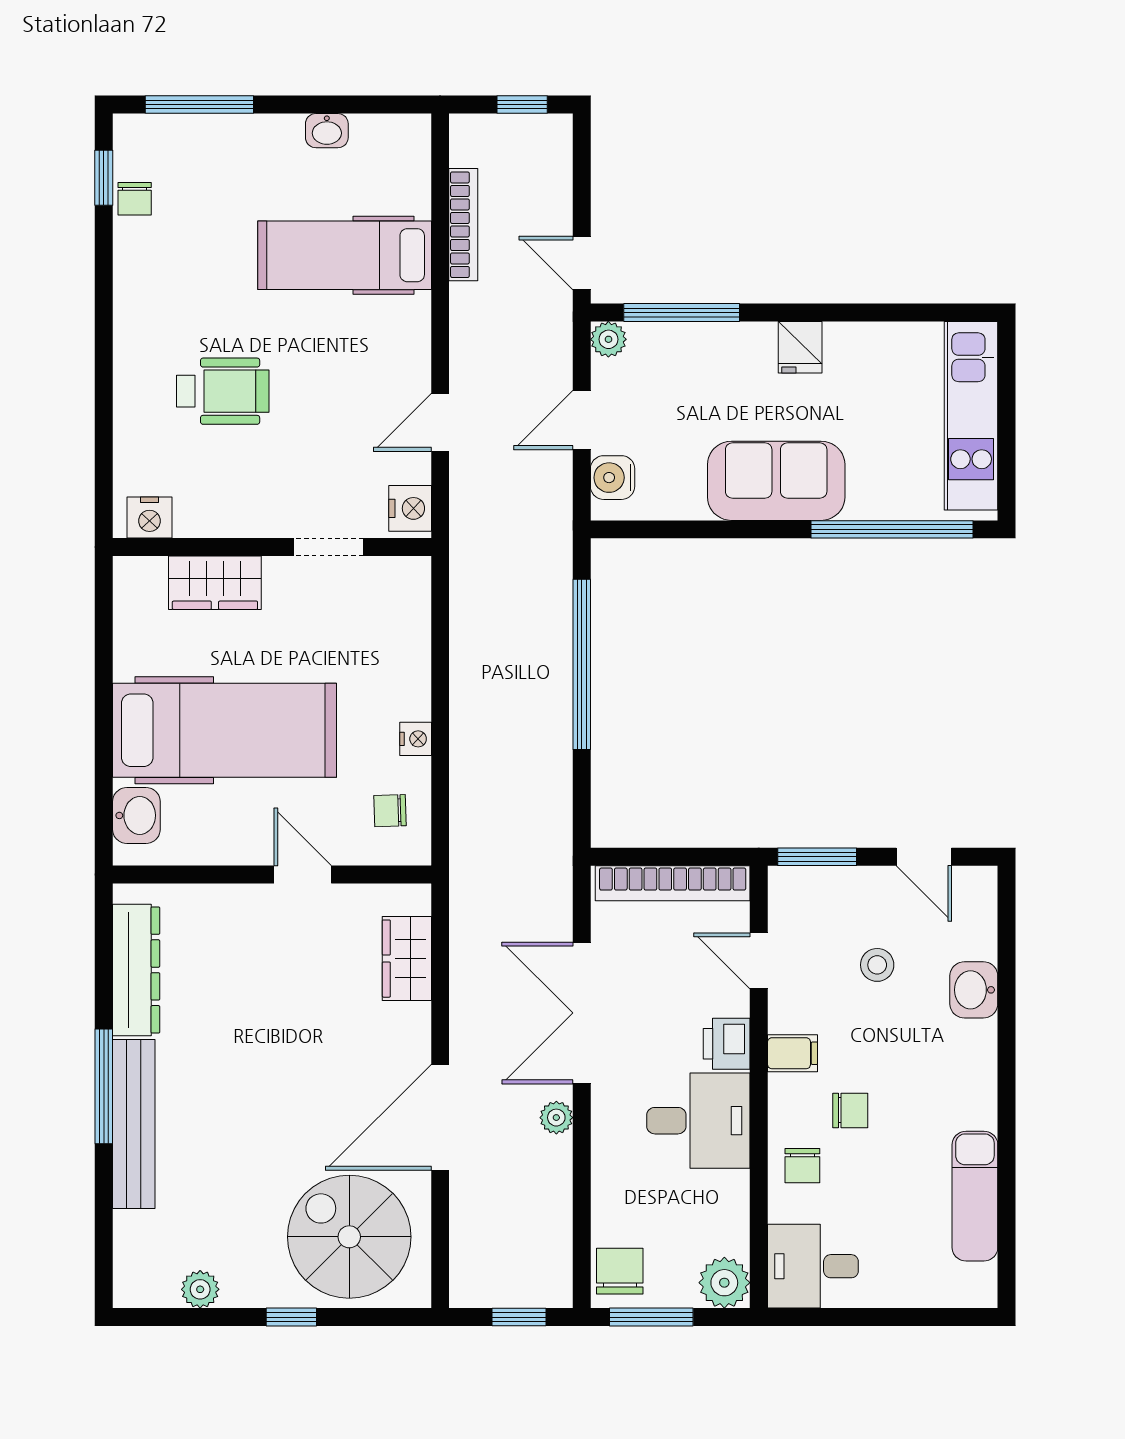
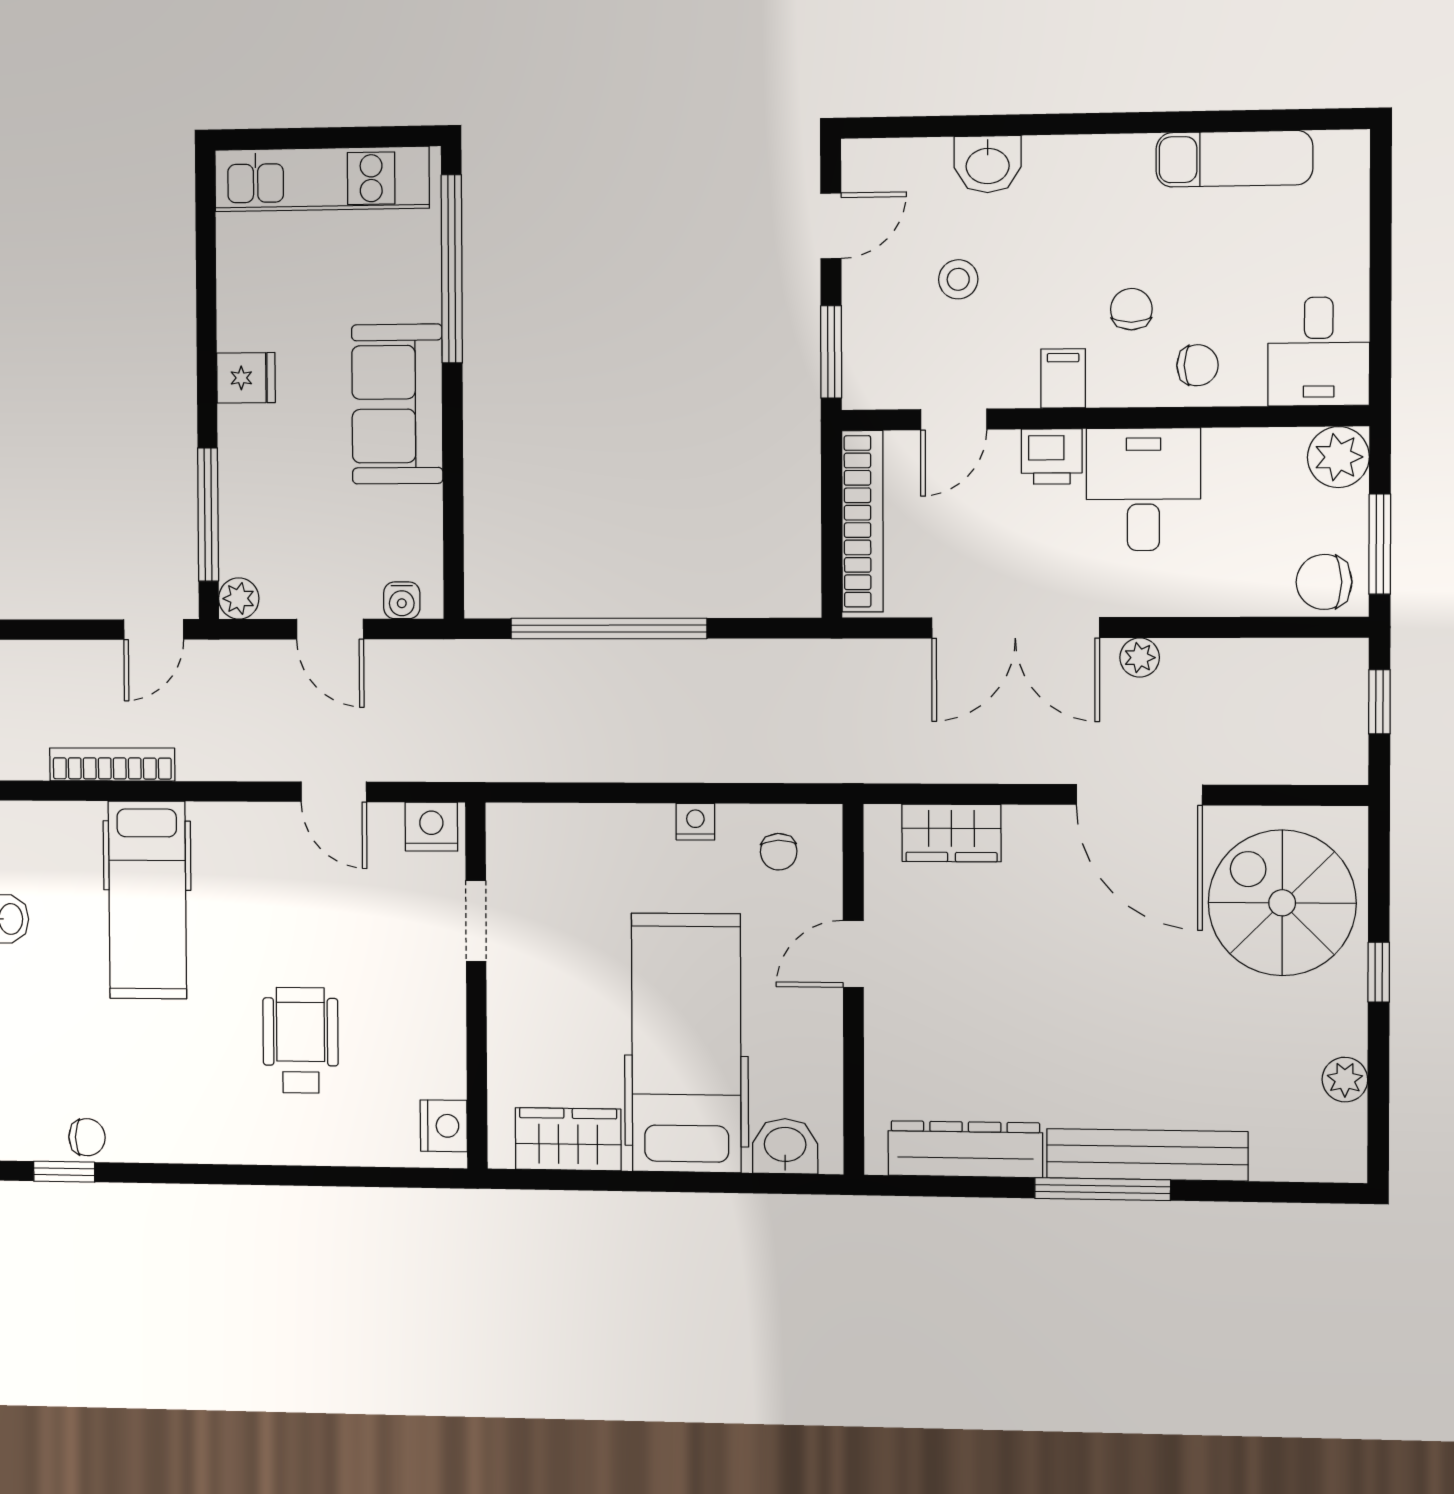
water cooler: (613, 478) -> (402, 600), width x0.72, depth x0.72
wardrobe: (215, 583) -> (568, 1139), moved, turned -90
spiral stairs: (349, 1237) -> (1282, 903), turned 90

